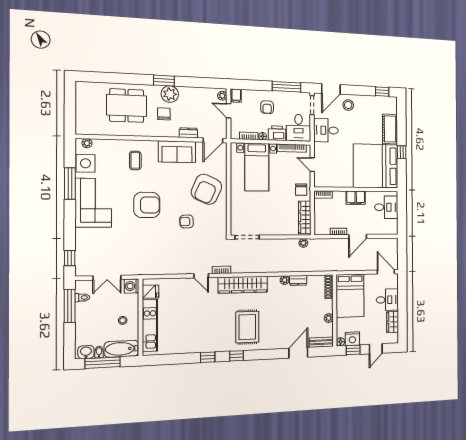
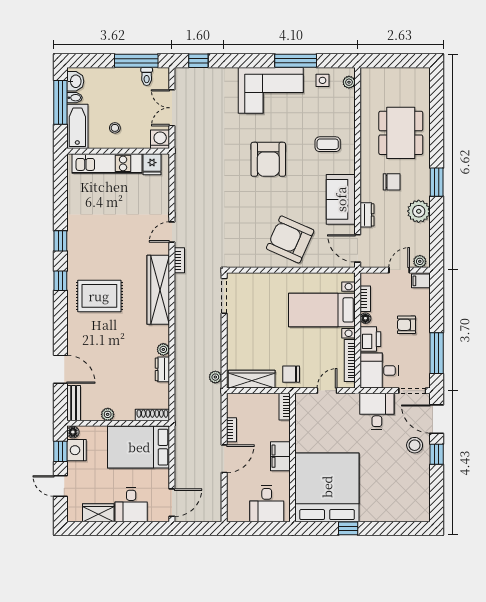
window: (382, 92) -> (437, 454), moved
plant: (170, 94) -> (419, 211), moved
cot: (390, 129) -> (382, 510), removed
side table: (85, 163) -> (323, 80), width x0.54, depth x0.54
armchair: (186, 221) -> (246, 212), removed
door: (358, 236) -> (224, 459), swing flipped

